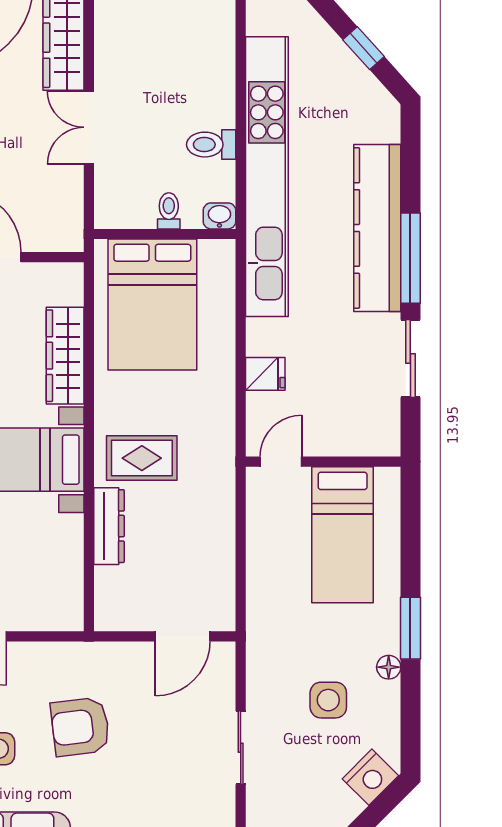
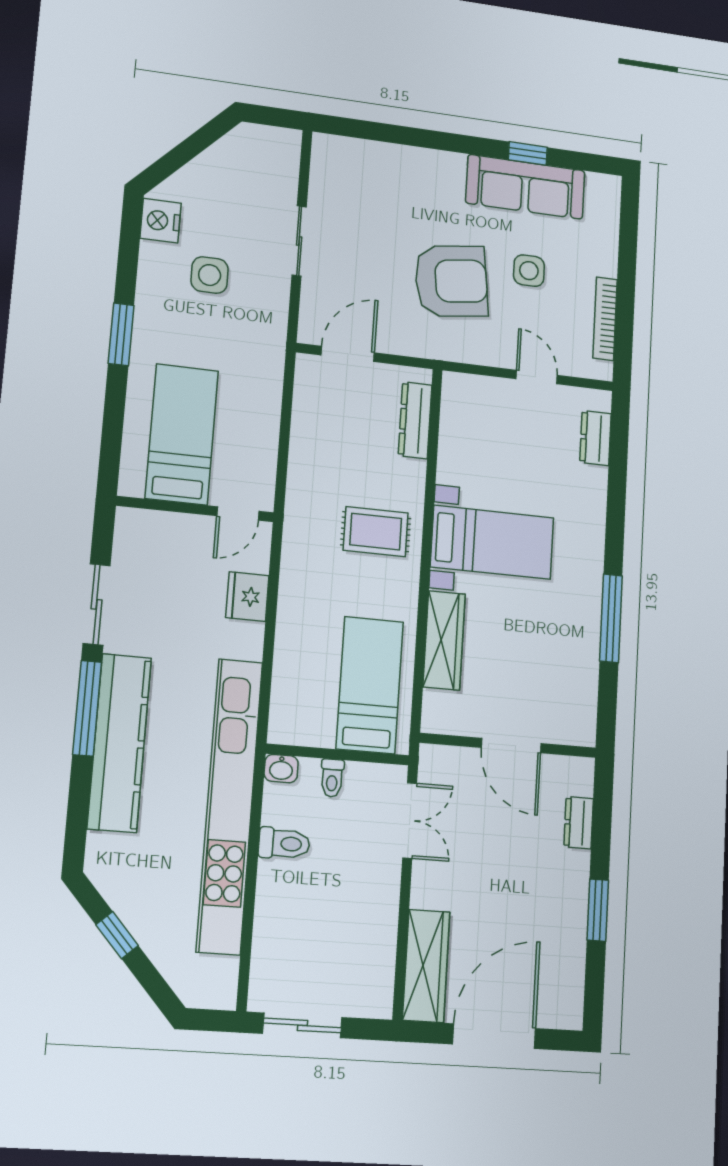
double door: (89, 127) -> (410, 821), moved
bed: (152, 305) -> (370, 685), width x0.67
fridge: (265, 374) -> (247, 597), width x1.38
dresser: (109, 526) -> (415, 420), moved
floor lamp: (389, 667) -> (147, 299), removed
armchair: (80, 727) -> (451, 281), width x1.36, depth x1.36
nightstand: (370, 777) -> (161, 221), moved, turned -45

